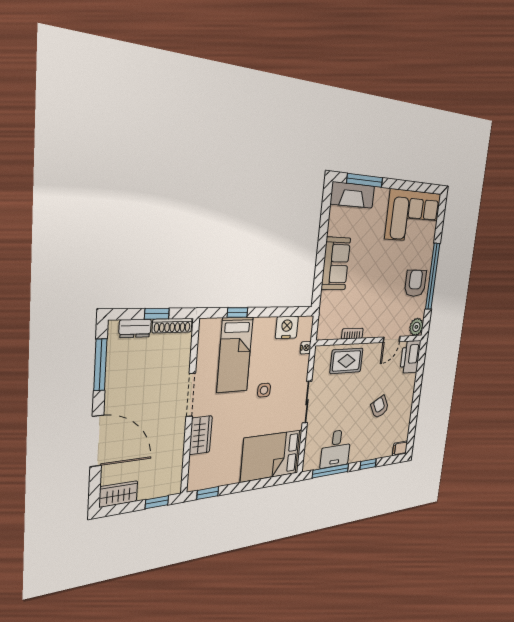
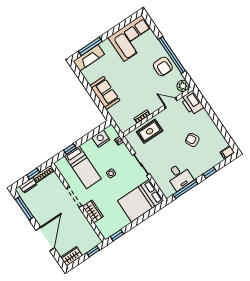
armchair: (415, 283) -> (163, 66), turned 180
door: (392, 339) -> (171, 103), swing flipped
door: (97, 441) -> (45, 239), hinge flipped

